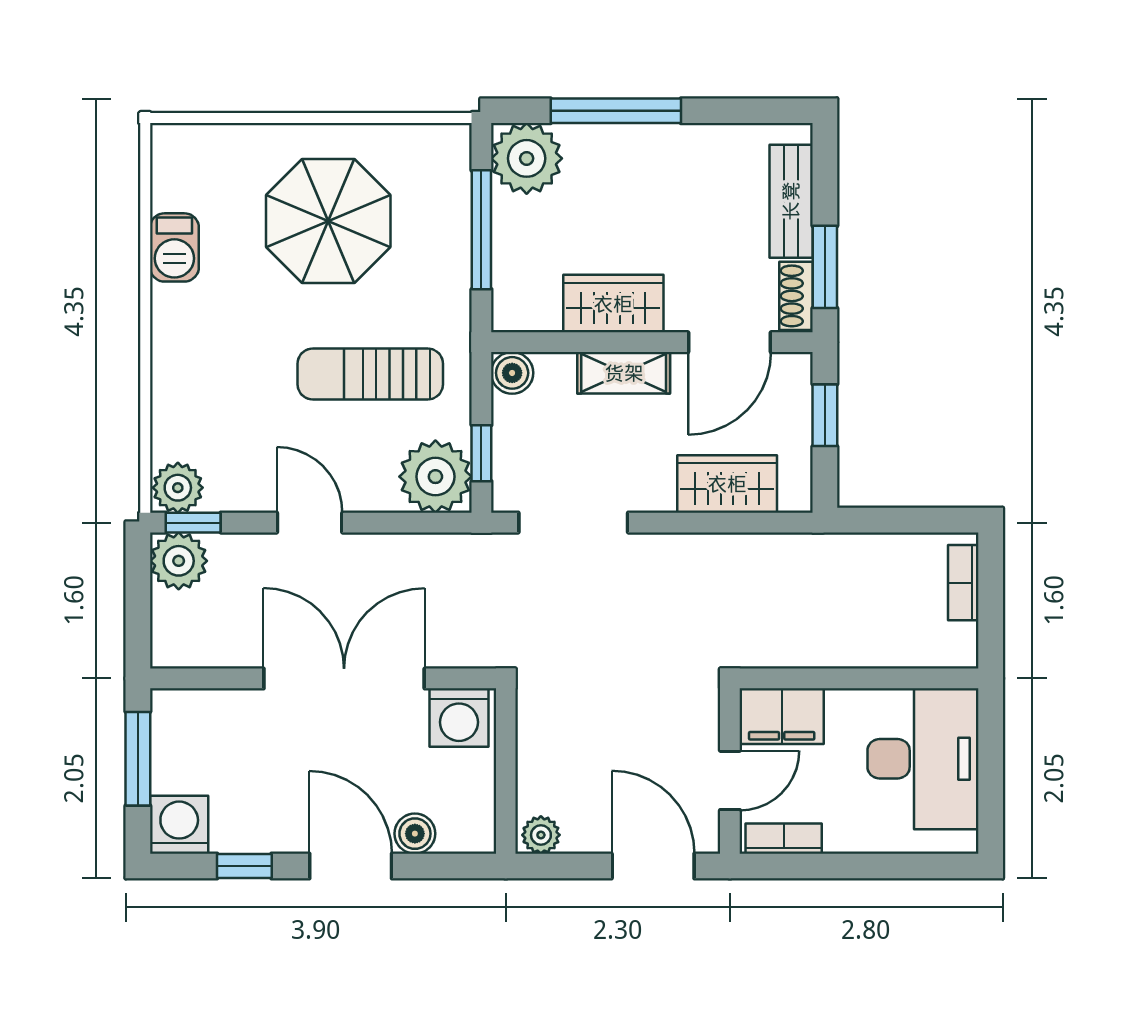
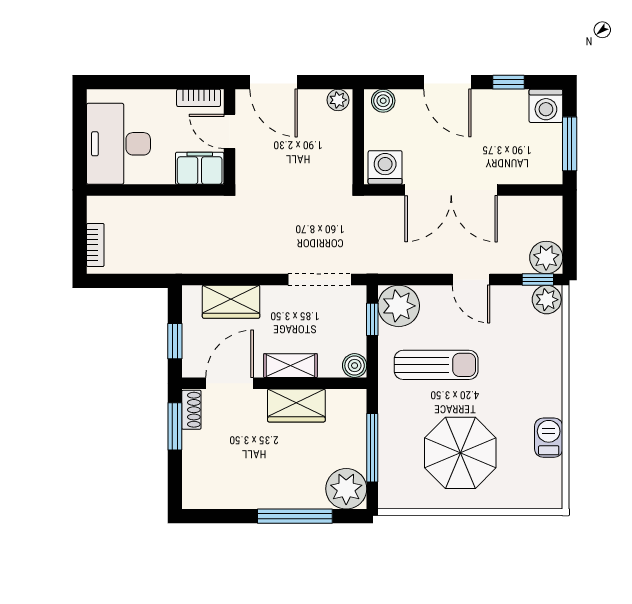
bench: (791, 201) -> (194, 464), removed
door: (730, 780) -> (229, 131), hinge flipped
boiler: (415, 834) -> (383, 101), moved

